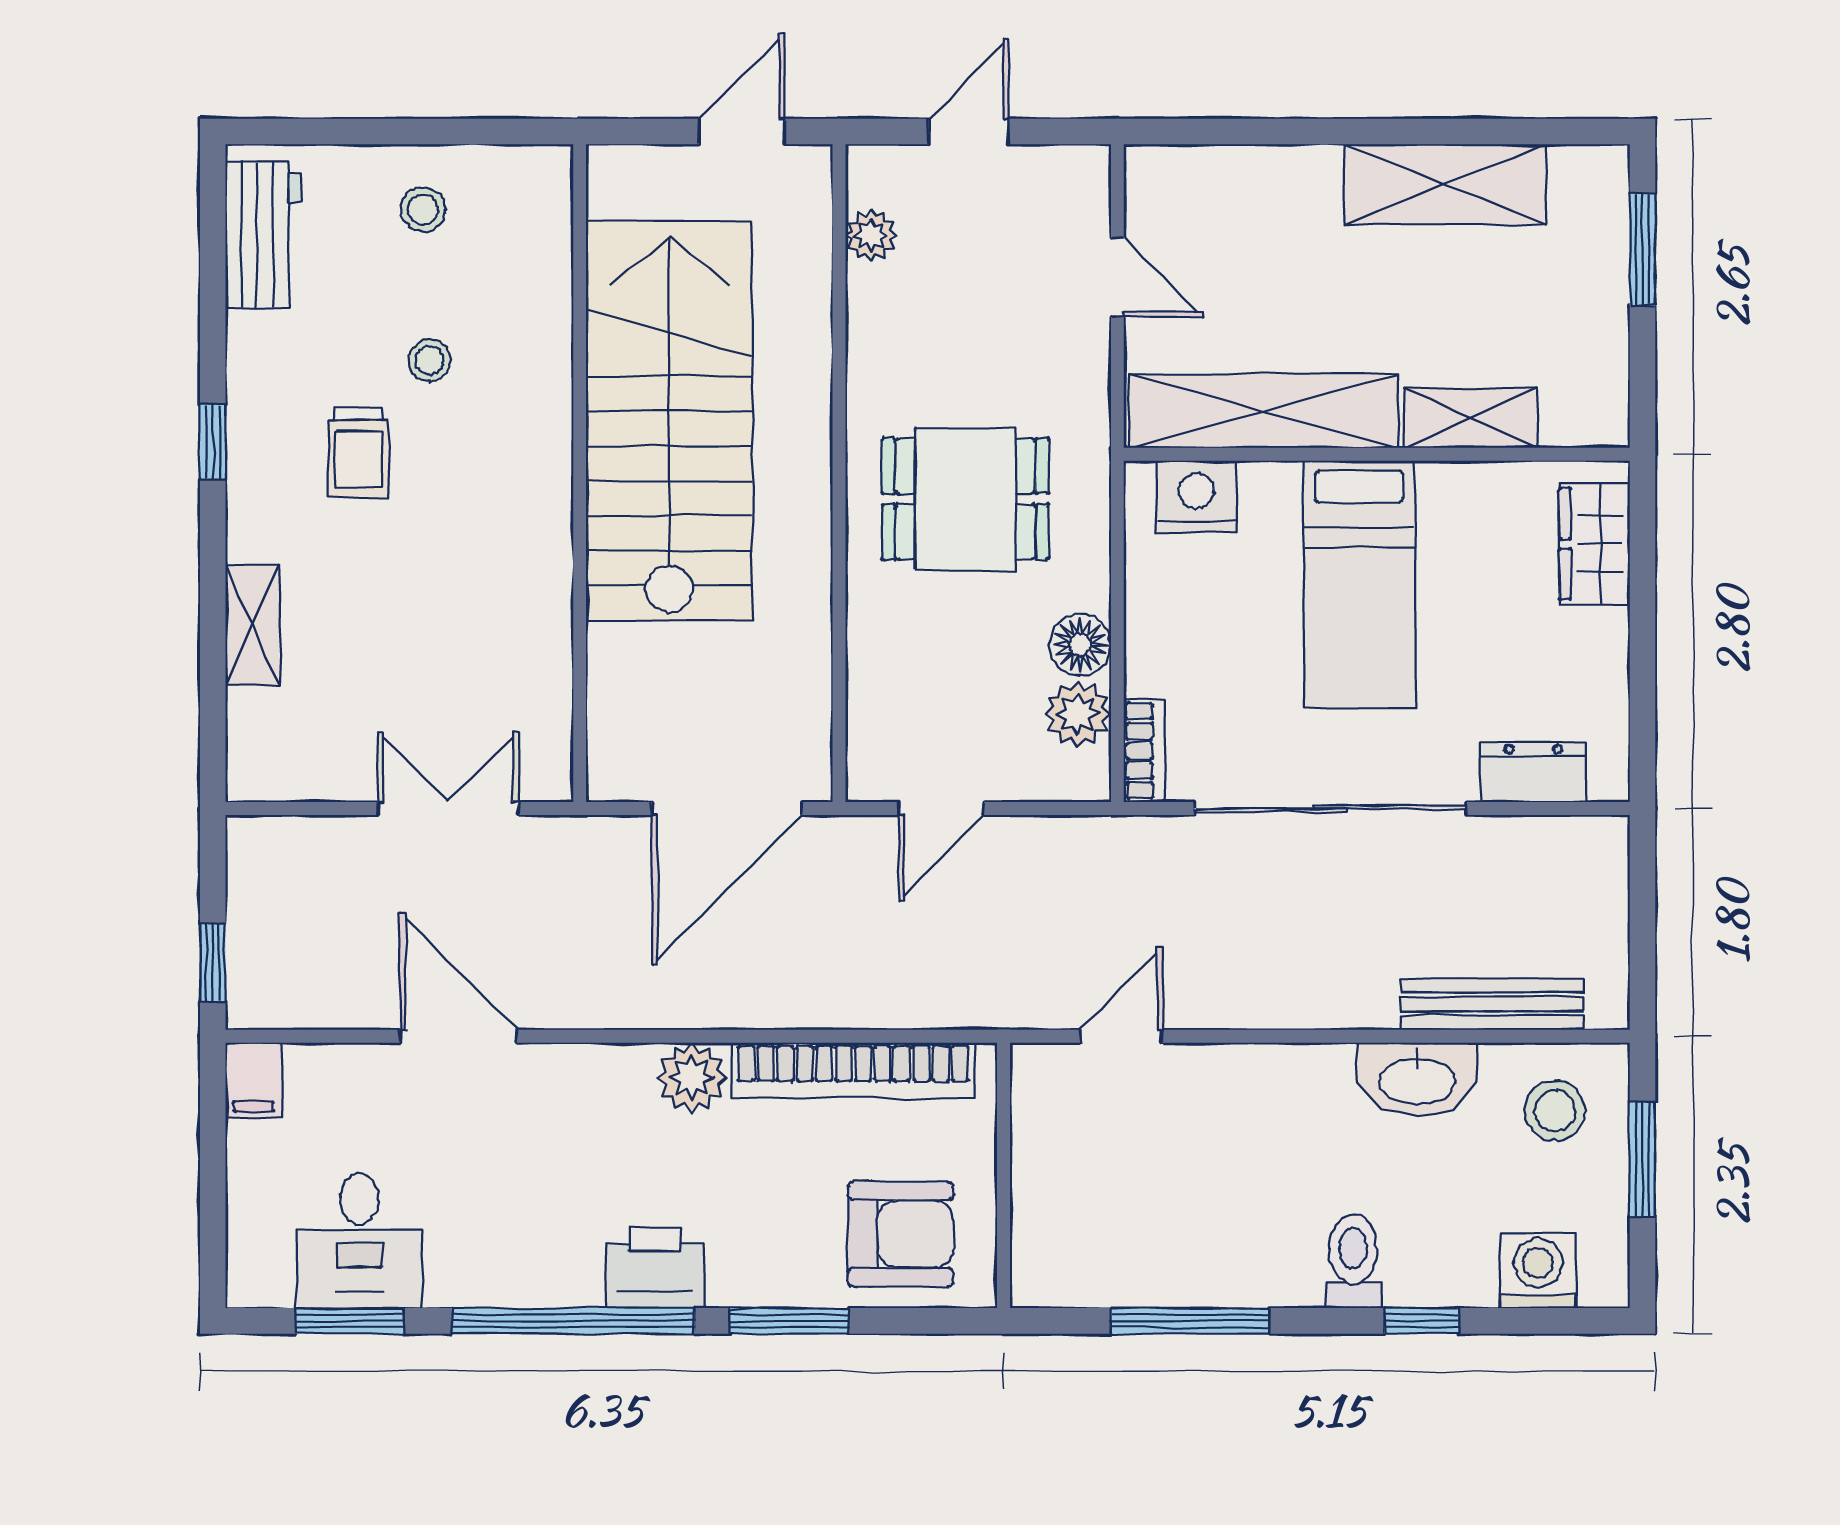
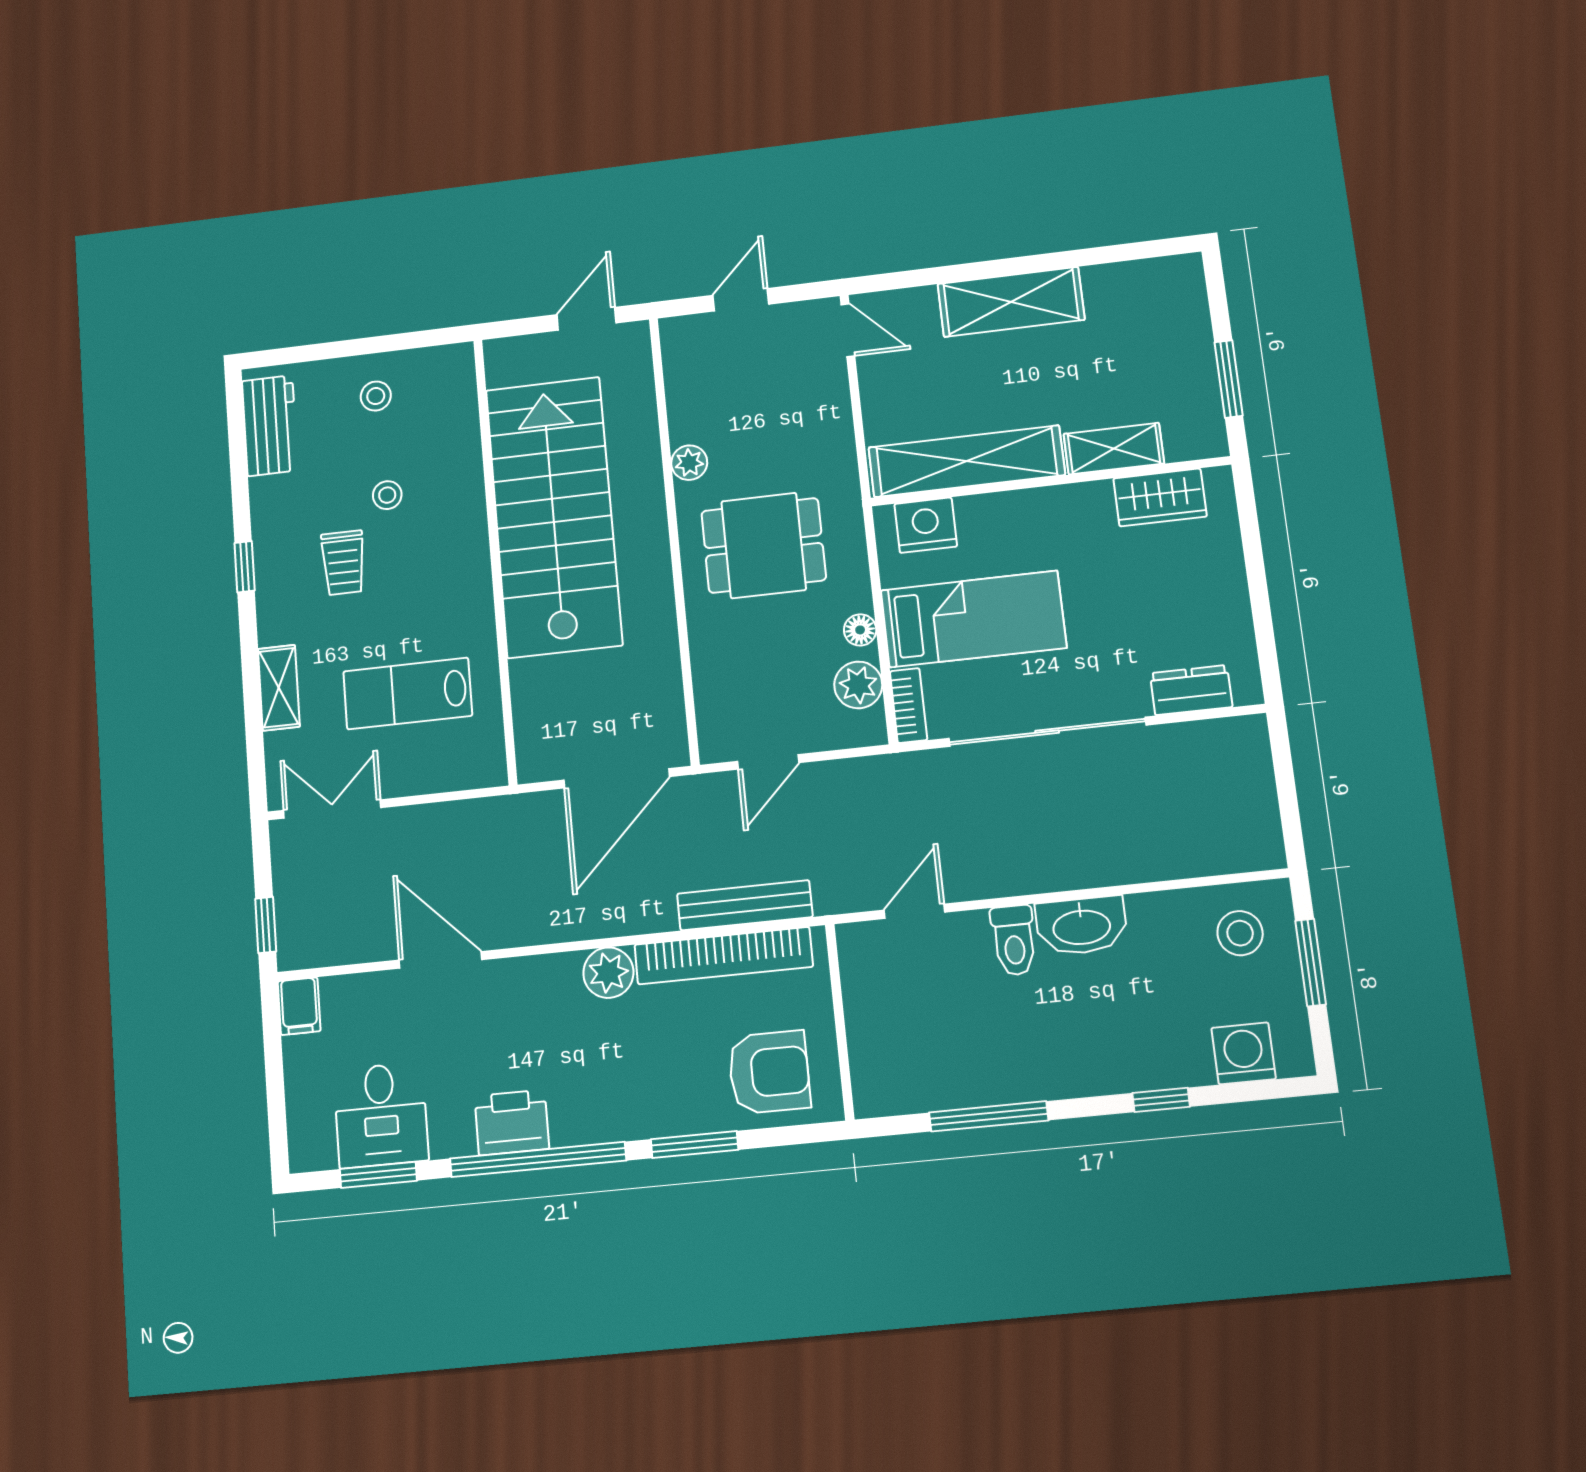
shelving: (1446, 184) -> (1011, 302), moved
plant: (871, 235) -> (689, 463), moved
window: (1642, 249) -> (1229, 379), moved
door: (1117, 277) -> (848, 330), moved
wardrobe: (1595, 544) -> (1160, 497), moved, turned -90
bed: (1359, 584) -> (973, 619), moved, turned -90
floor lamp: (1080, 645) -> (860, 630), width x0.73, depth x0.73
lab bench: (439, 655) -> (408, 694), added
double door: (448, 808) -> (332, 809), moved
bench: (1492, 1004) -> (745, 905), moved
washbasin: (1417, 1079) -> (1081, 926), moved
toilet: (1353, 1261) -> (1014, 940), moved, turned 180
printer: (655, 1268) -> (512, 1122), moved

